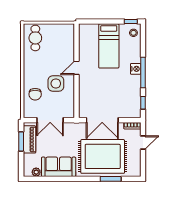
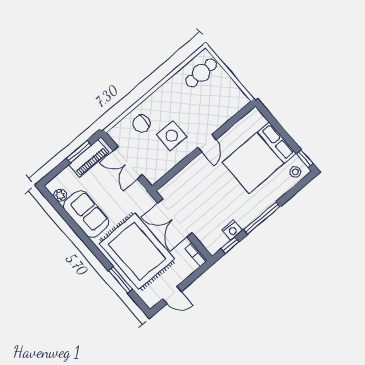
bed: (109, 46) -> (259, 158), width x1.50
door: (76, 68) -> (207, 143), swing flipped
nightstand: (136, 69) -> (232, 230), moved
door: (143, 142) -> (172, 295), moved

